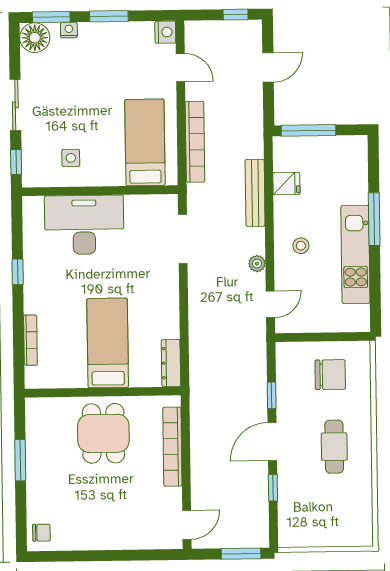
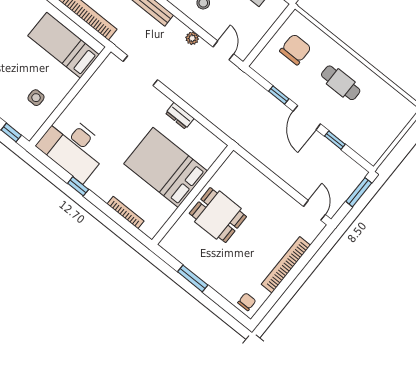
desk: (84, 225) -> (73, 147), moved, turned -90
bed: (108, 343) -> (166, 167), width x1.50
dresser: (171, 363) -> (180, 116), moved, width x0.70
bookcase: (172, 447) -> (286, 265), moved, turned 90

